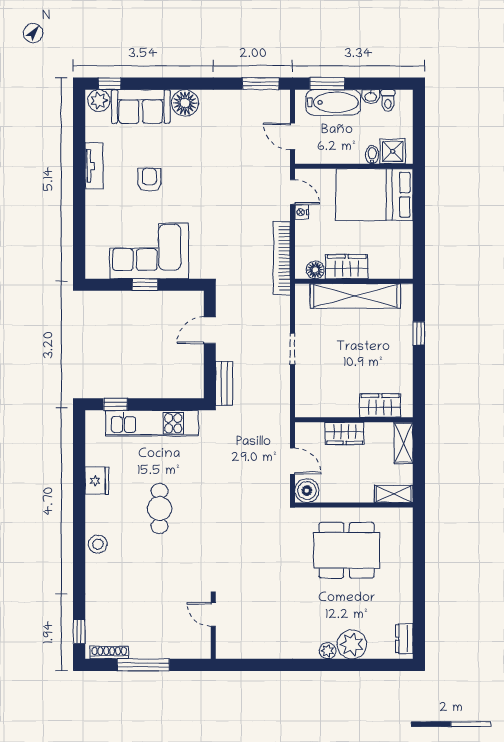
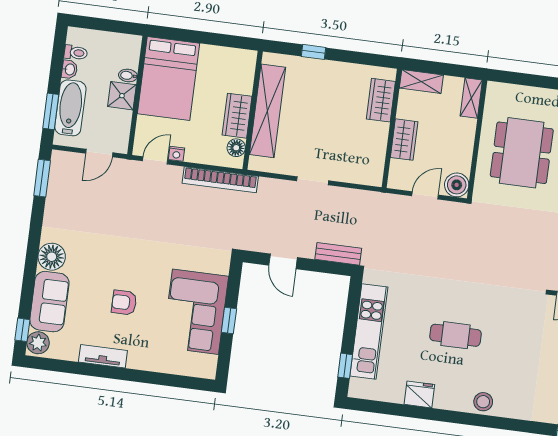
shower: (393, 151) -> (122, 96), moved

